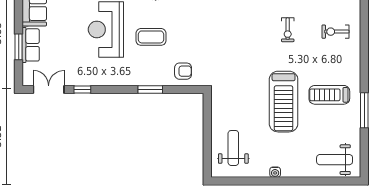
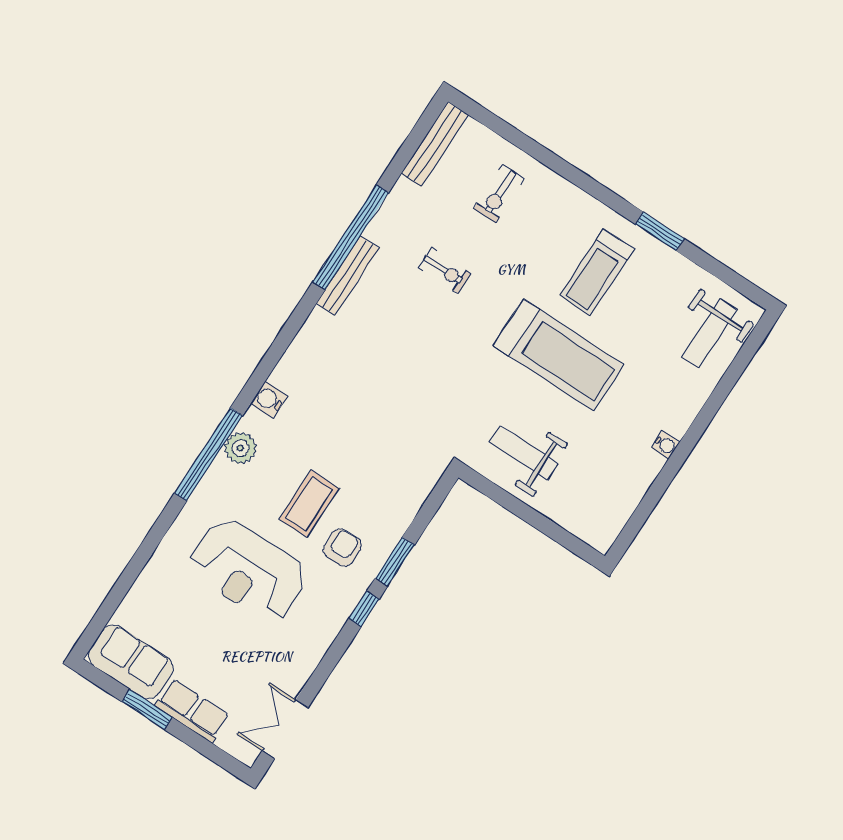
window: (19, 47) -> (147, 710), moved
armchair: (183, 71) -> (342, 548), moved
window: (82, 90) -> (364, 609), moved
window: (364, 110) -> (660, 231), width x0.69
weight bench: (233, 148) -> (524, 453), moved

